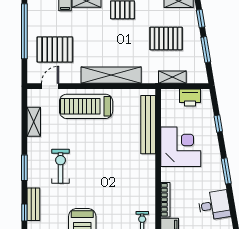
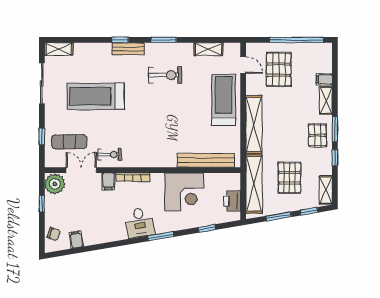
shelving: (172, 77) -> (254, 184), width x2.20, depth x1.33
desk: (214, 205) -> (140, 222), moved

